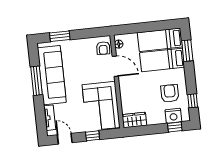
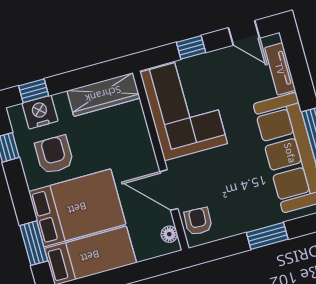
window: (60, 36) -> (267, 236), moved
bed: (162, 60) -> (77, 208), width x1.50
armchair: (170, 93) -> (54, 155), turned 180
wardrobe: (134, 120) -> (103, 94), width x1.50

